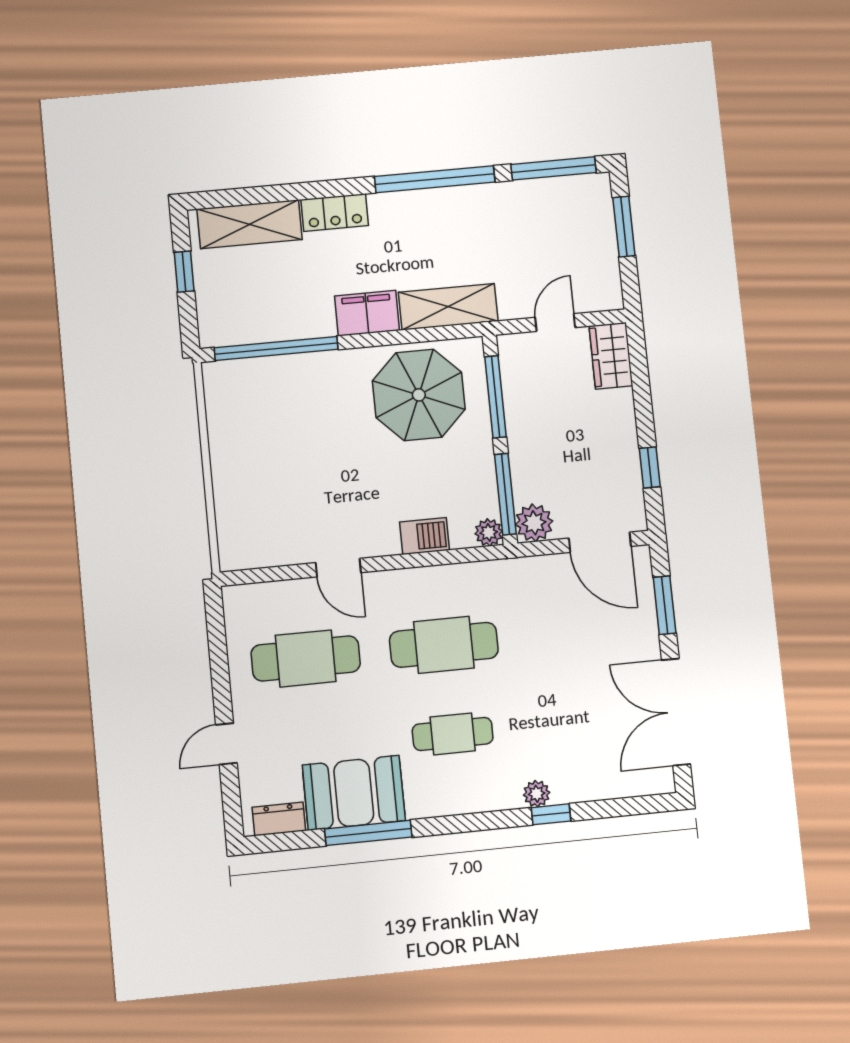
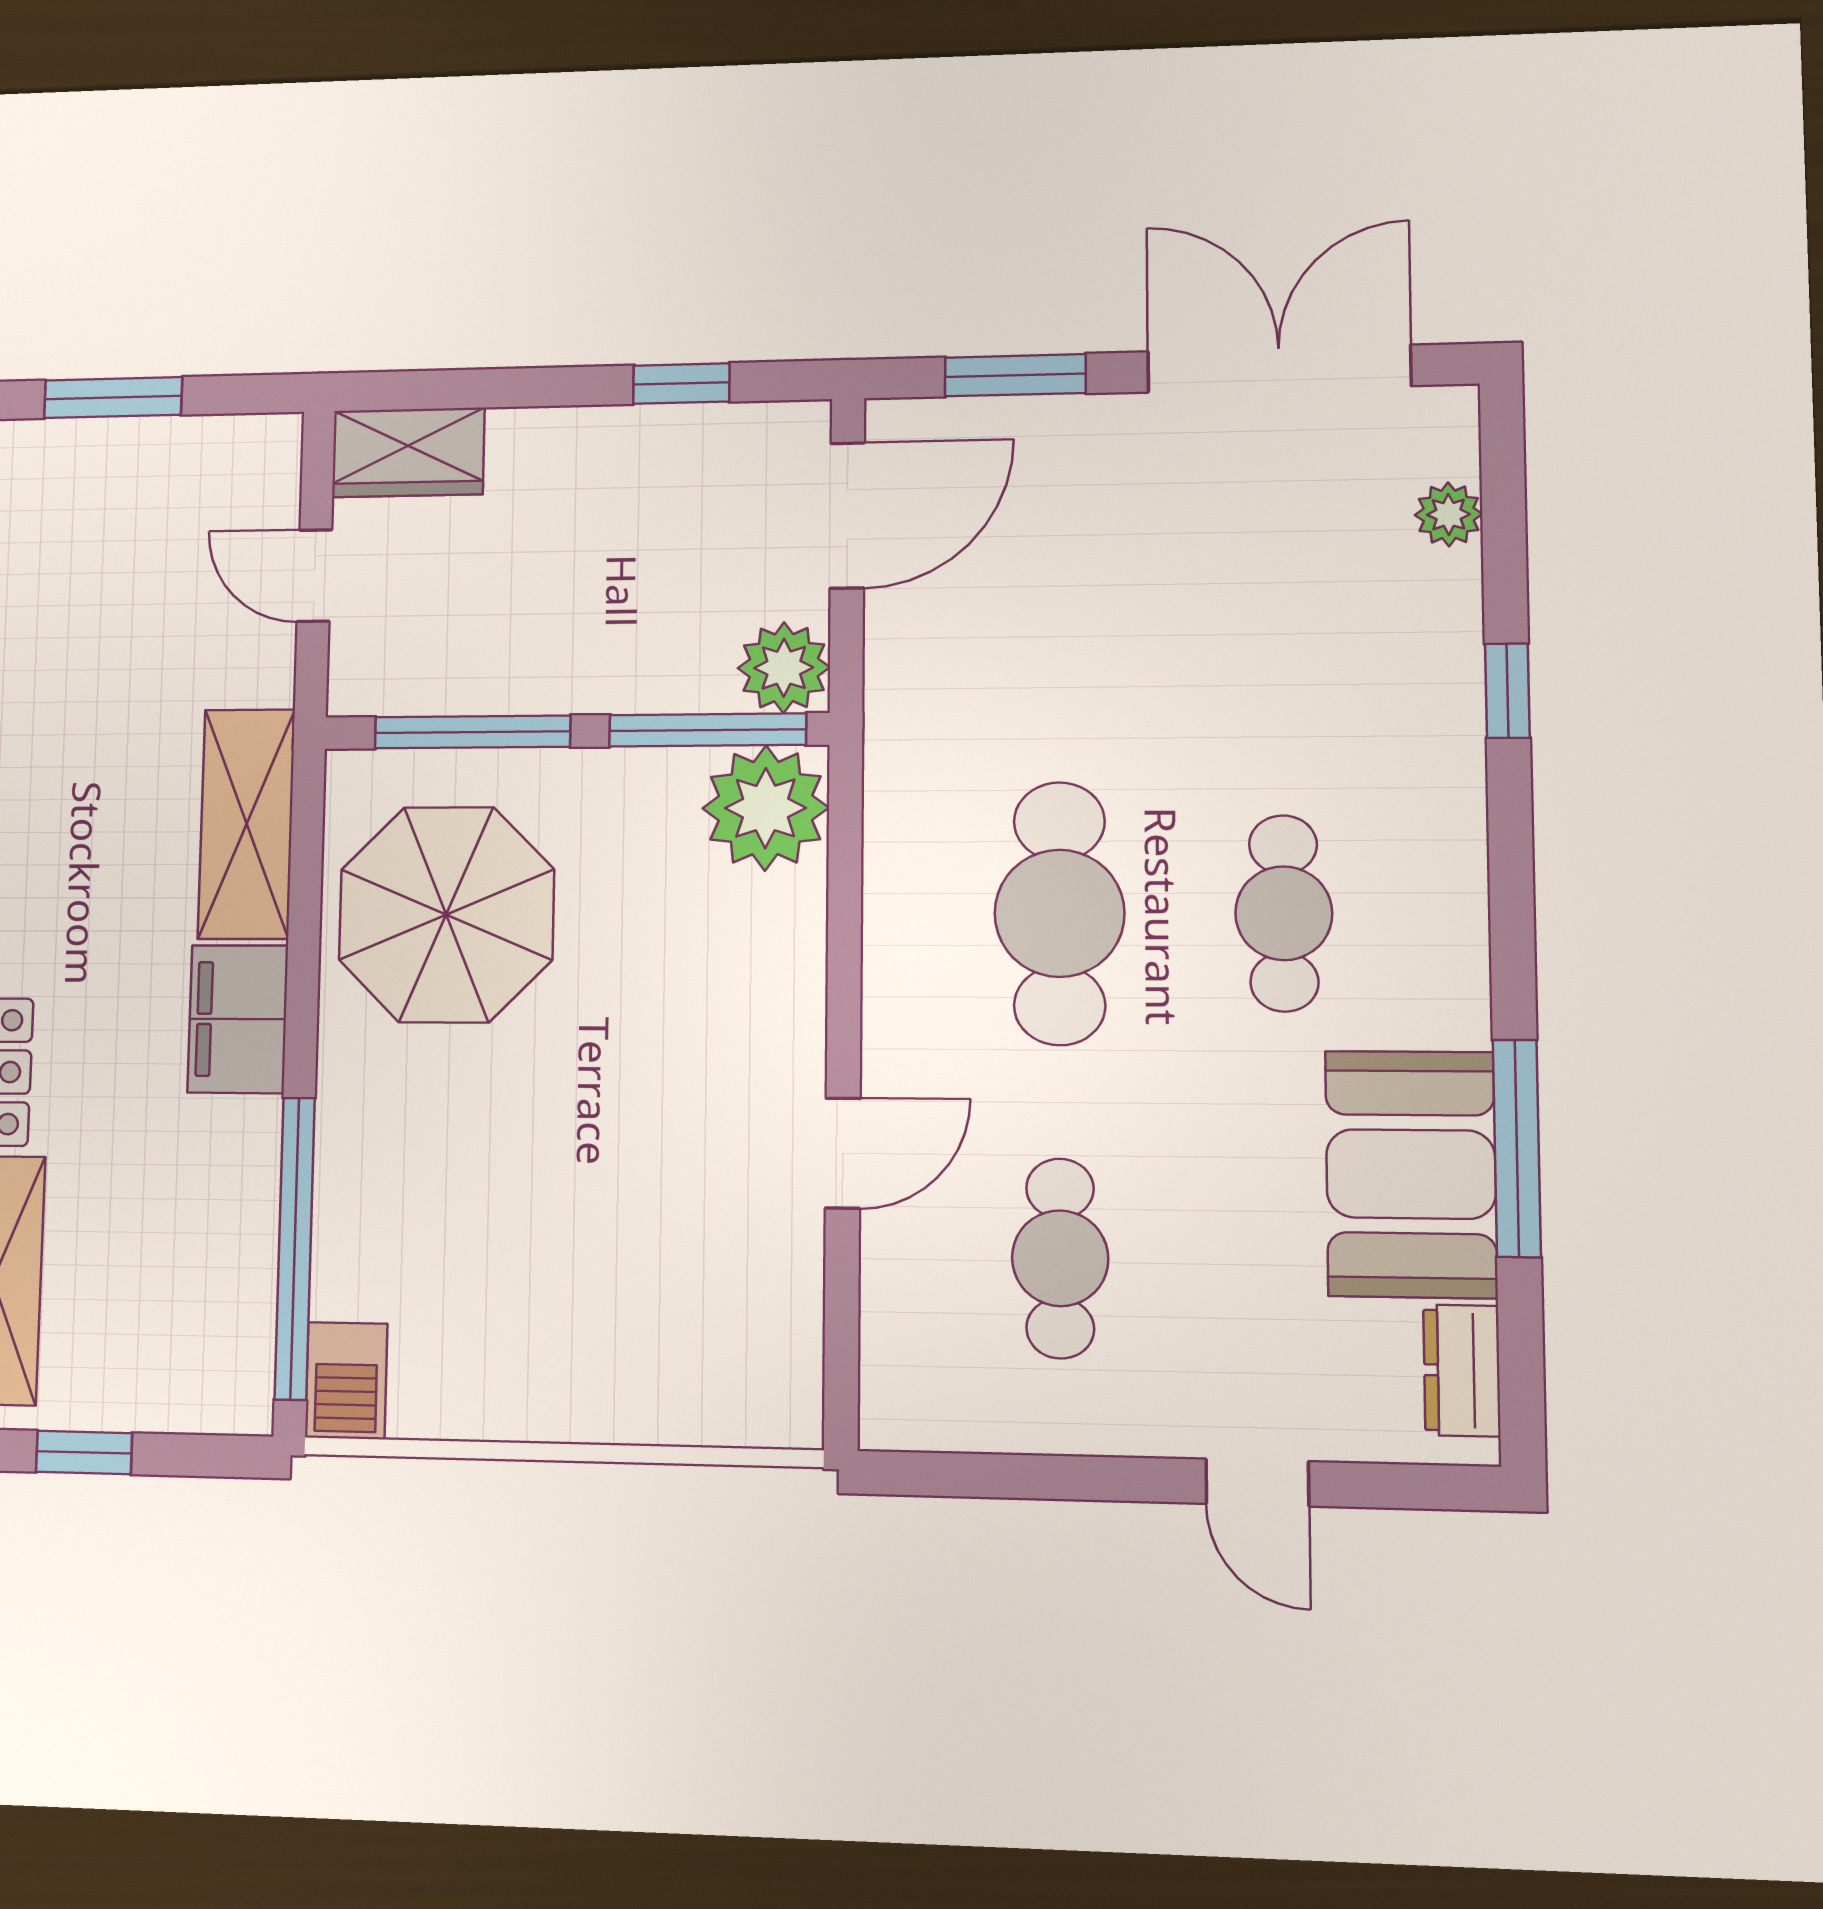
plant: (489, 532) -> (765, 808), width x1.87, depth x1.87
barbecue: (425, 536) -> (346, 1381), moved, turned 180
cafe table: (306, 658) -> (1060, 1258), width x0.73, depth x0.74
double door: (676, 712) -> (1279, 369), swing flipped
plant: (537, 794) -> (1449, 514), moved

